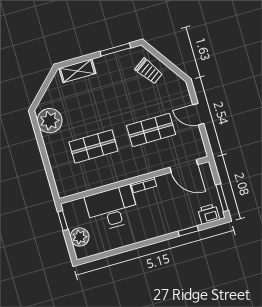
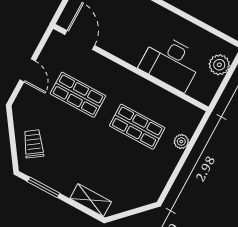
plant: (50, 121) -> (181, 142), moved, width x0.53, depth x0.53
bookcase: (144, 185) -> (127, 56), removed
window: (63, 221) -> (220, 91), removed

